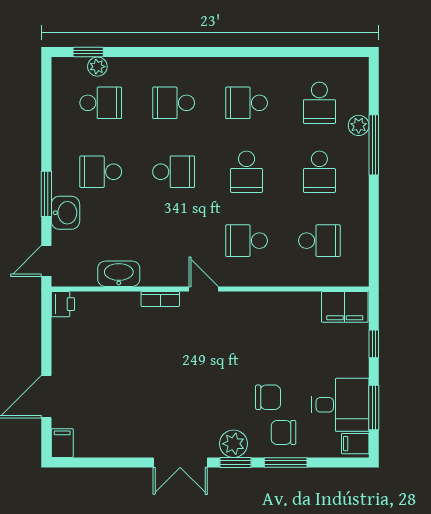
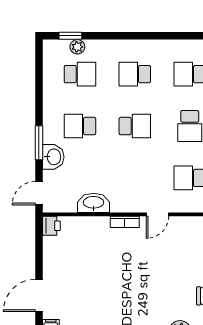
door: (204, 289) -> (157, 214), swing flipped

